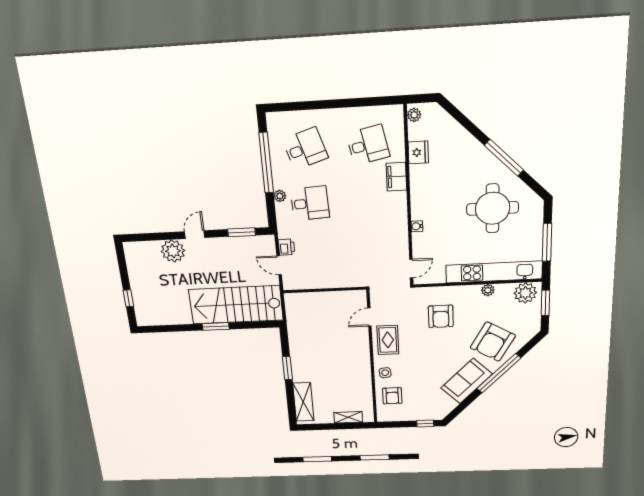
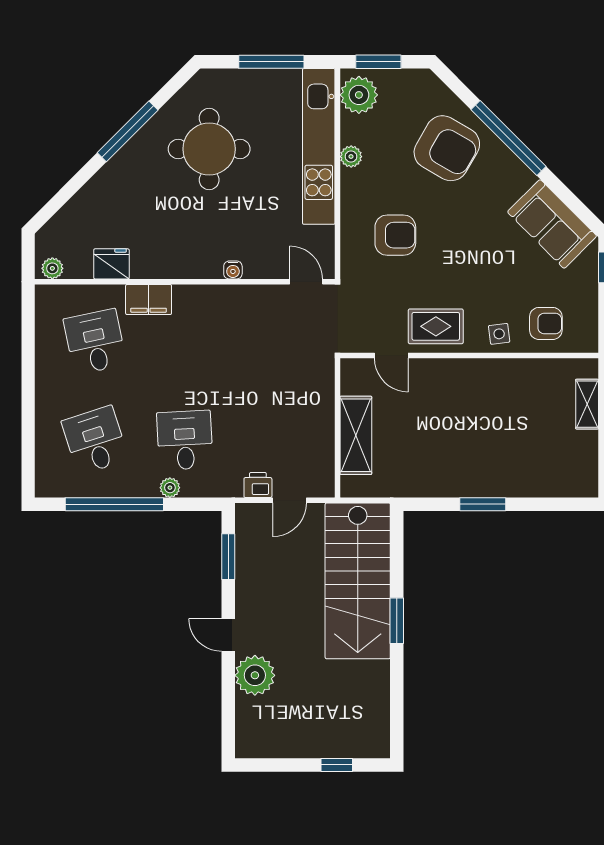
sofa: (467, 381) -> (552, 224), moved
shelving: (303, 402) -> (356, 435), moved, turned 90

